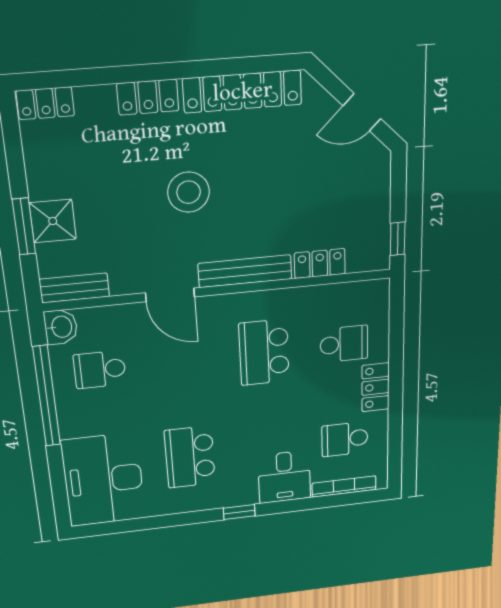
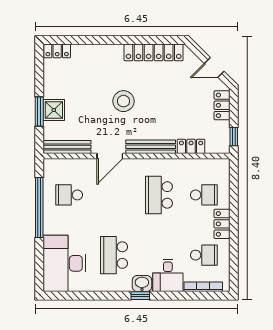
locker: (148, 97) -> (222, 105), moved, turned 90
bench: (74, 288) -> (67, 147), width x1.36
door: (170, 295) -> (110, 156), hinge flipped
washbasin: (61, 327) -> (142, 284), moved, turned -90
school desk: (345, 439) -> (204, 255), turned 180

